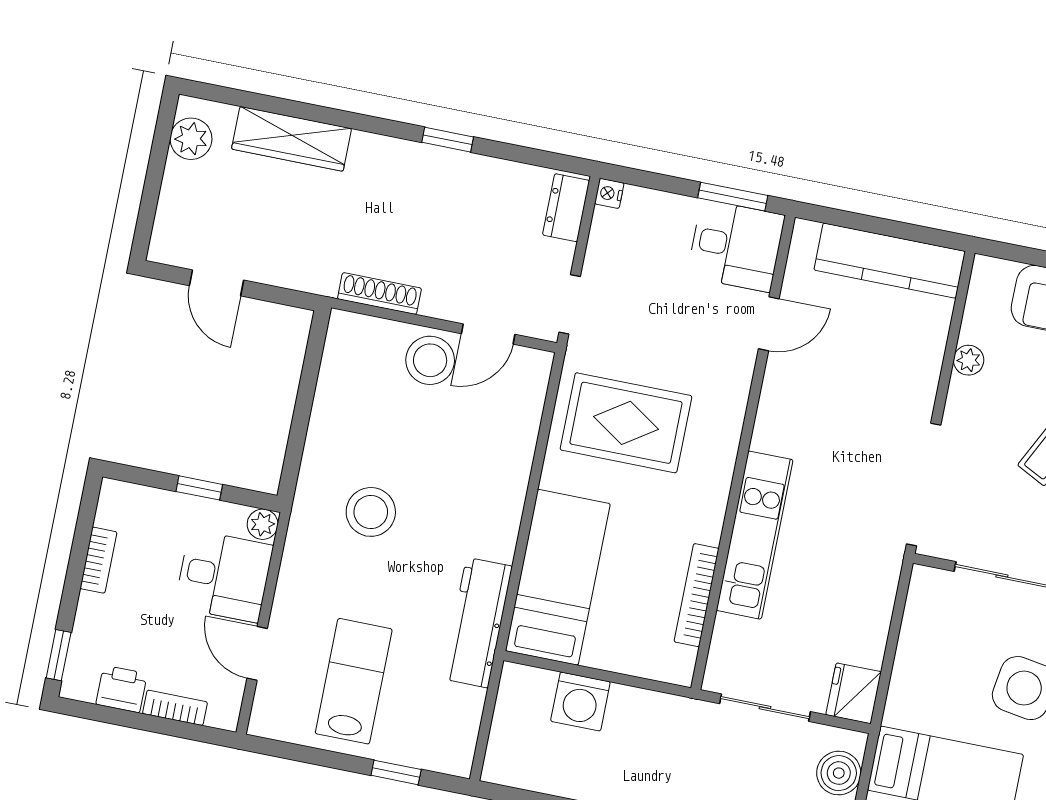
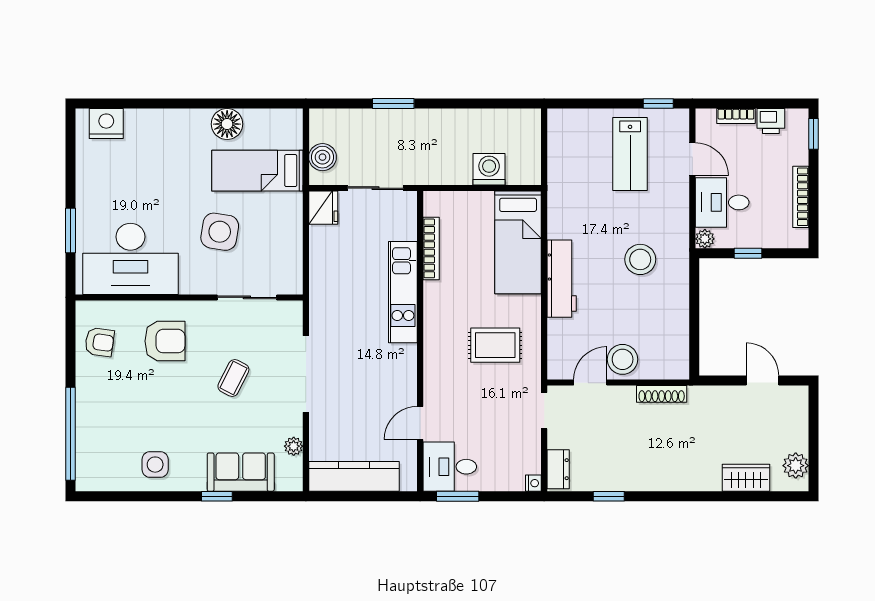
wardrobe: (292, 139) -> (746, 478), width x0.67
window: (448, 140) -> (609, 496), moved
plant: (969, 360) -> (294, 446), moved
rug: (626, 423) -> (495, 345), width x0.73, depth x0.70
doorway: (924, 485) -> (306, 374), moved
bookcase: (98, 560) -> (801, 197), width x1.56
workbench: (477, 623) -> (562, 279), moved
window: (396, 772) -> (658, 103), moved

